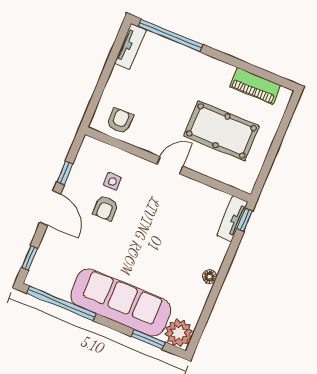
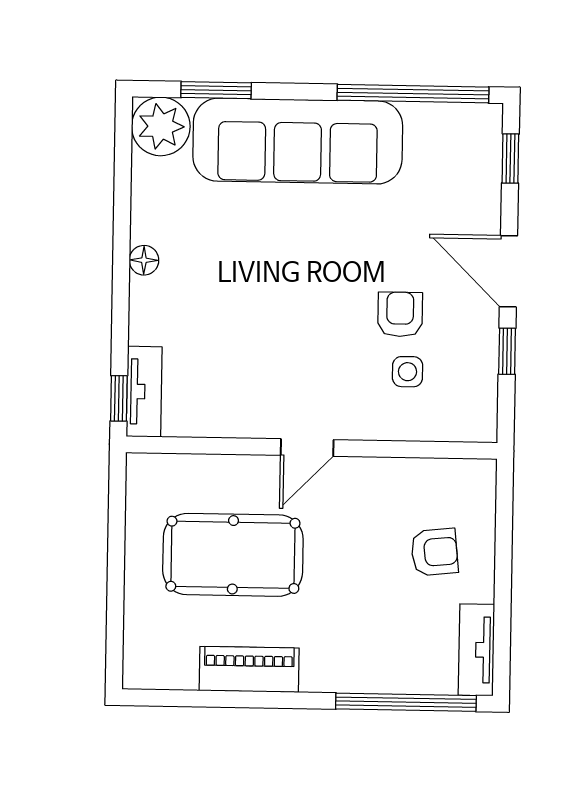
piano: (255, 86) -> (249, 669), moved
armchair: (120, 121) -> (434, 552), moved, turned -96

